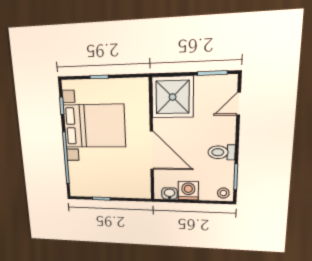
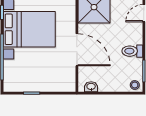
washing machine: (188, 191) -> (107, 84), removed

